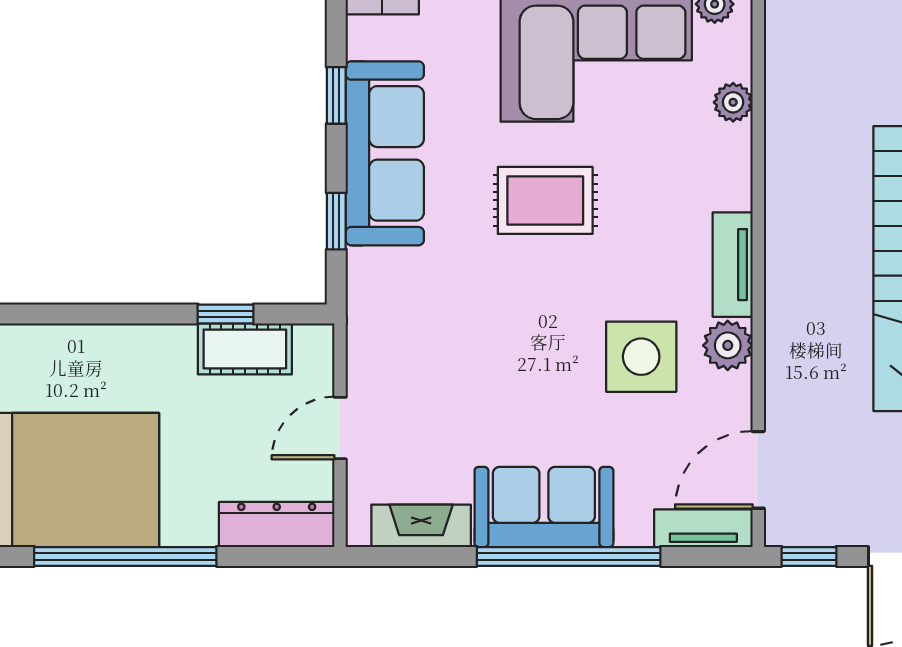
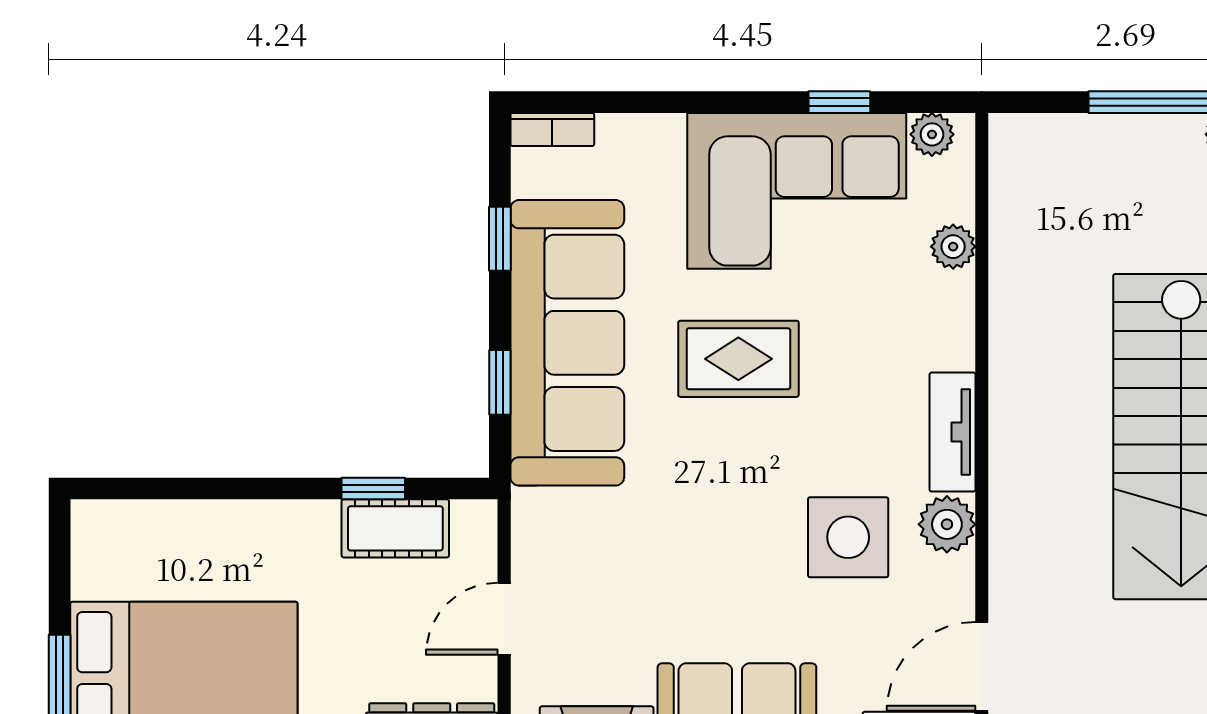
sofa: (385, 153) -> (567, 343), width x1.36, depth x1.27

